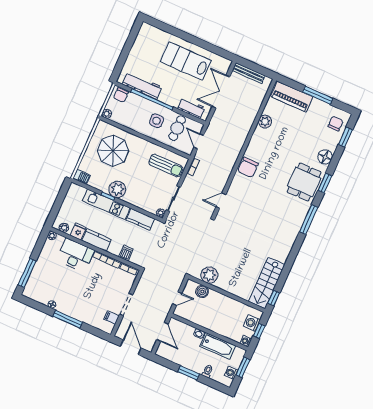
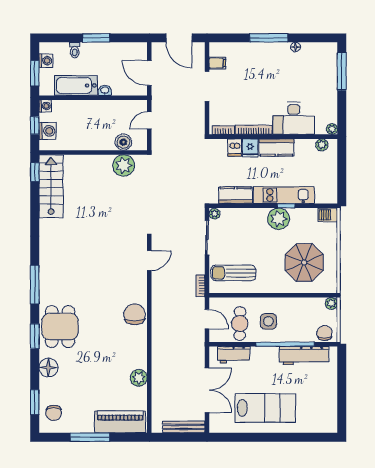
fridge: (78, 232) -> (250, 148), moved

